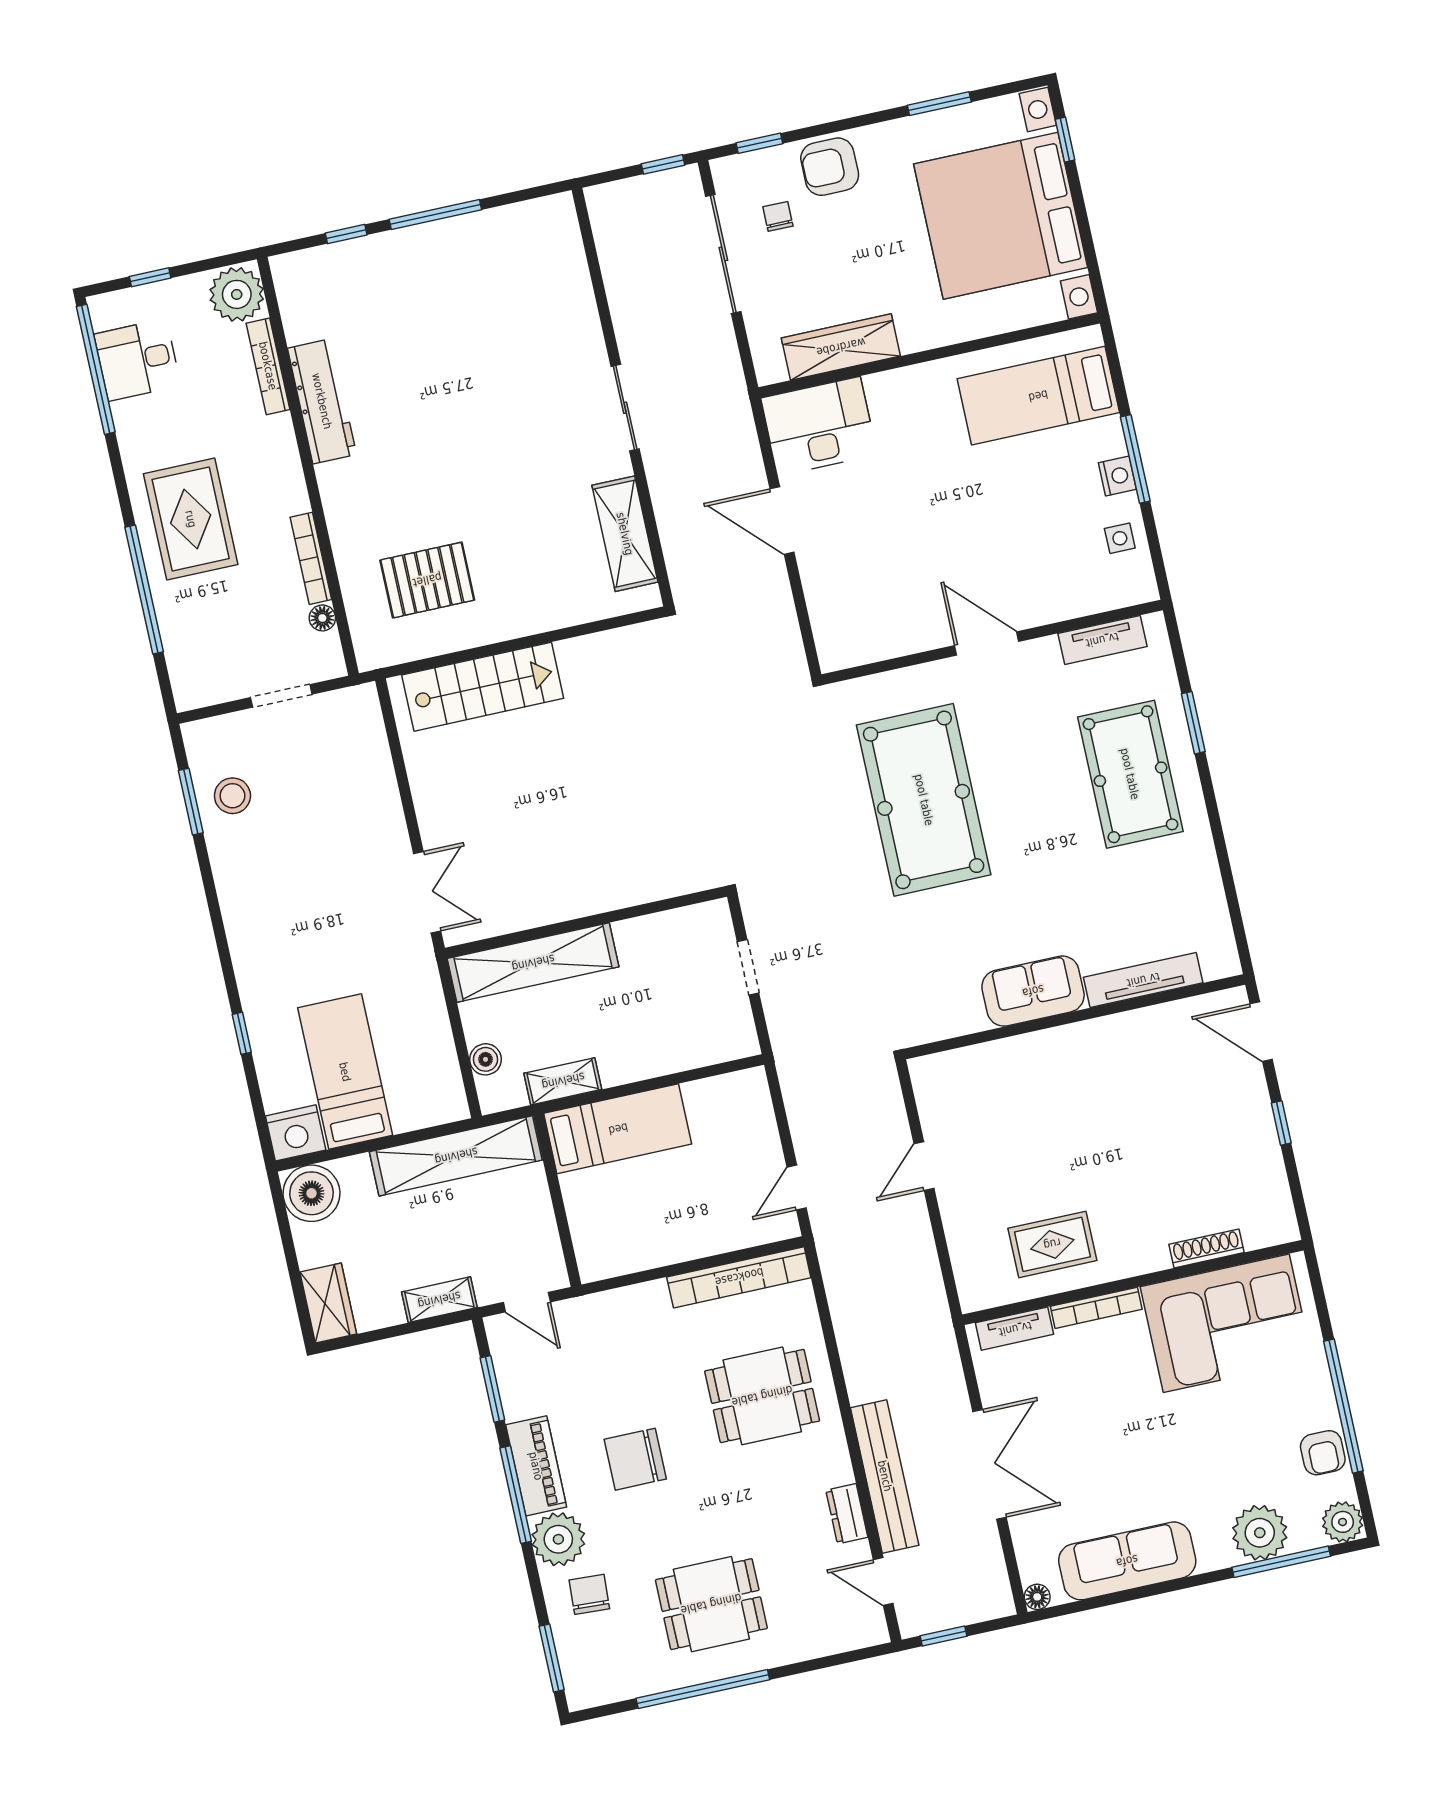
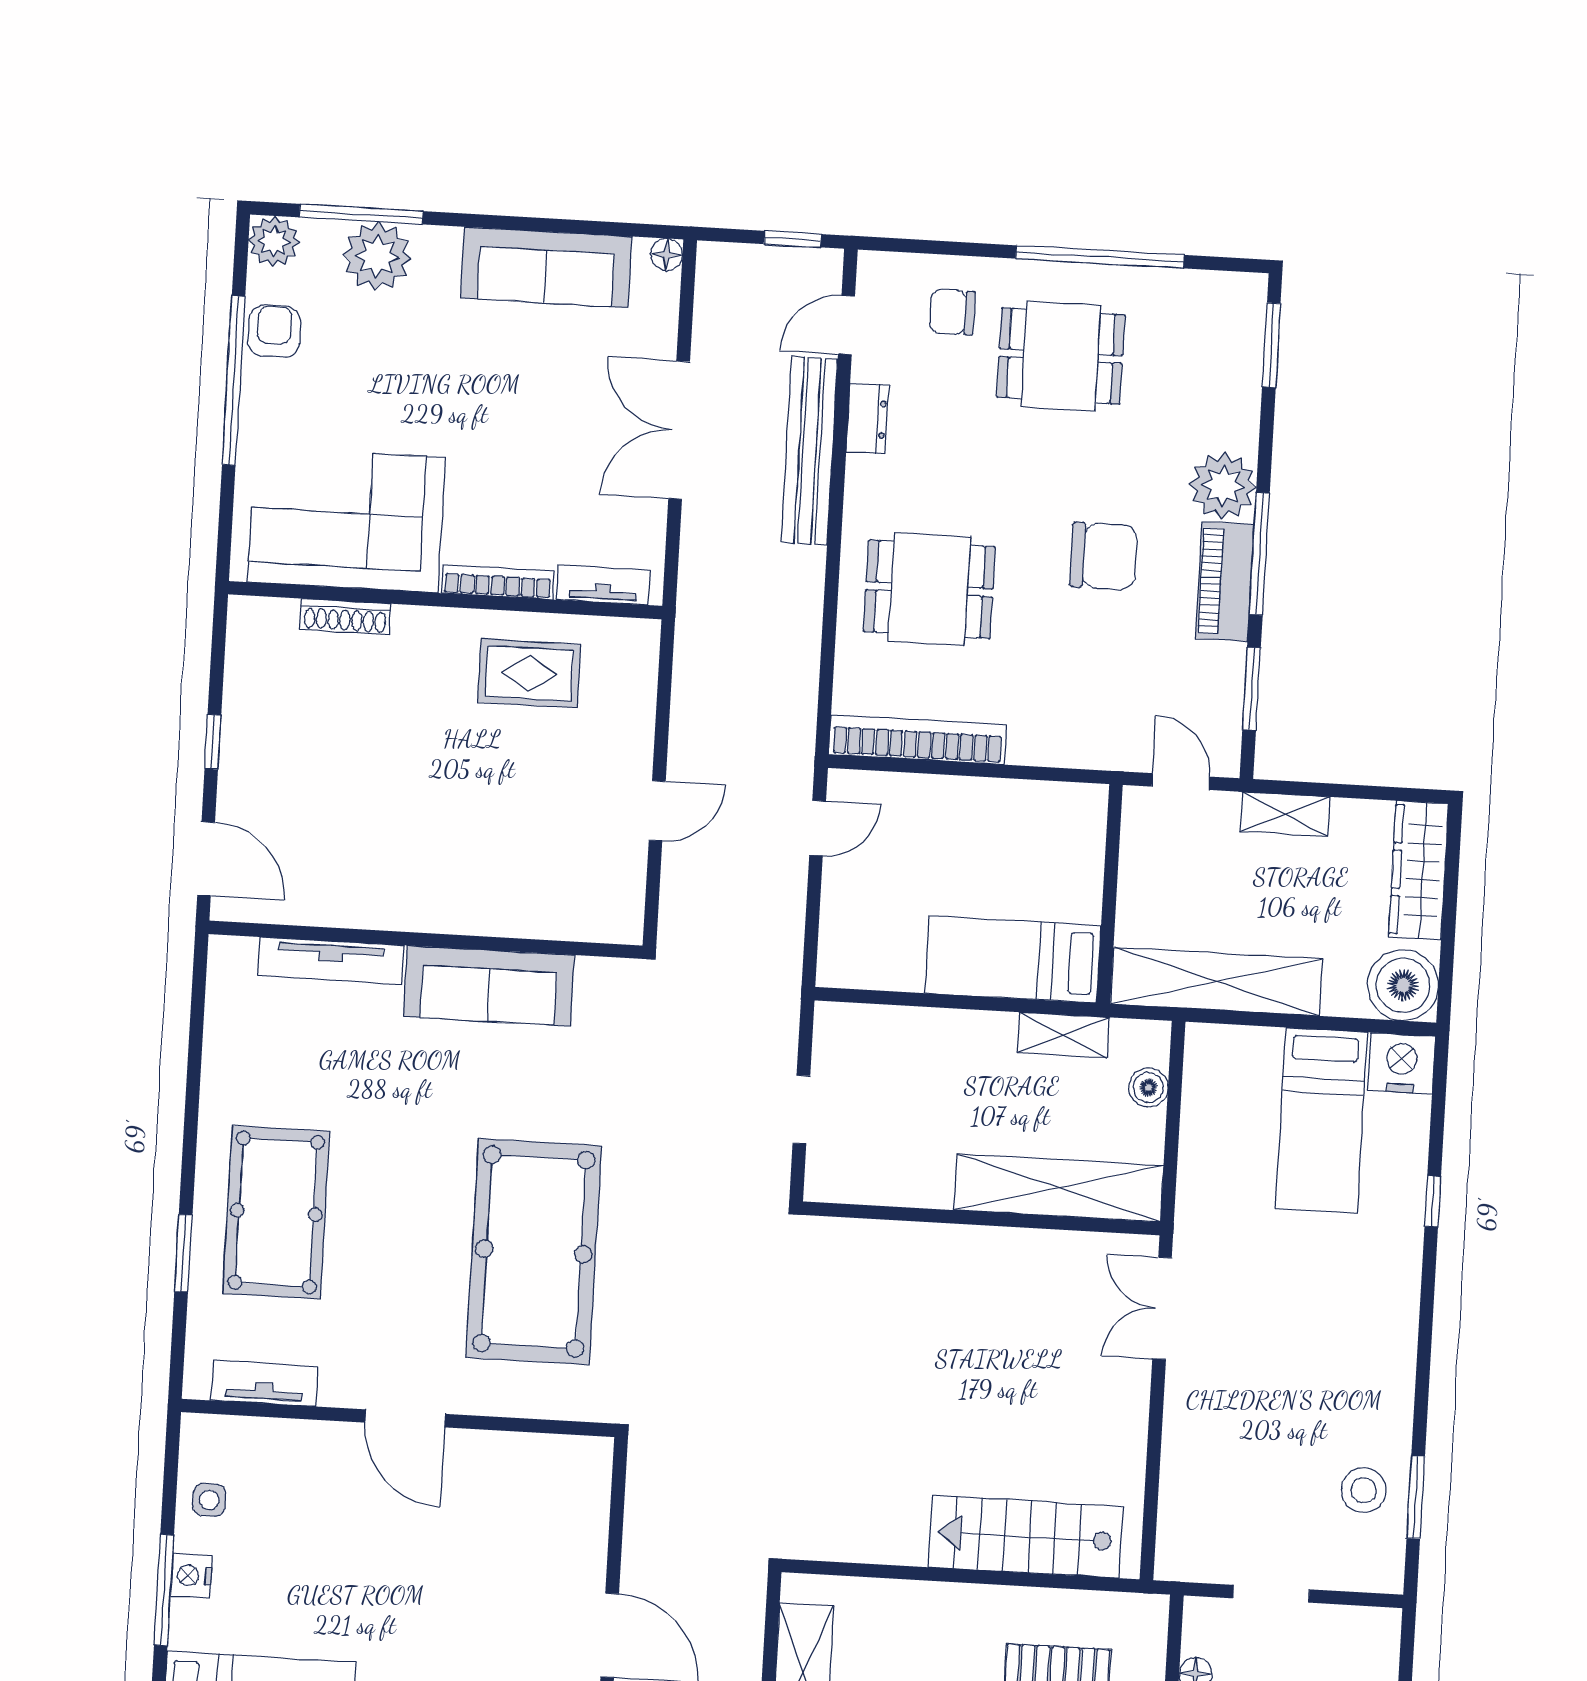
sofa: (1033, 991) -> (489, 986), width x1.36
wardrobe: (328, 1303) -> (1419, 870), width x1.50
door: (883, 1582) -> (847, 325), swing flipped
chair: (589, 1594) -> (952, 312), moved, turned 87

